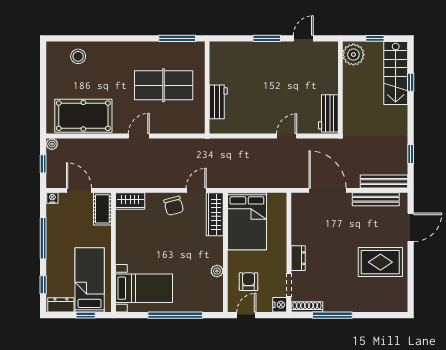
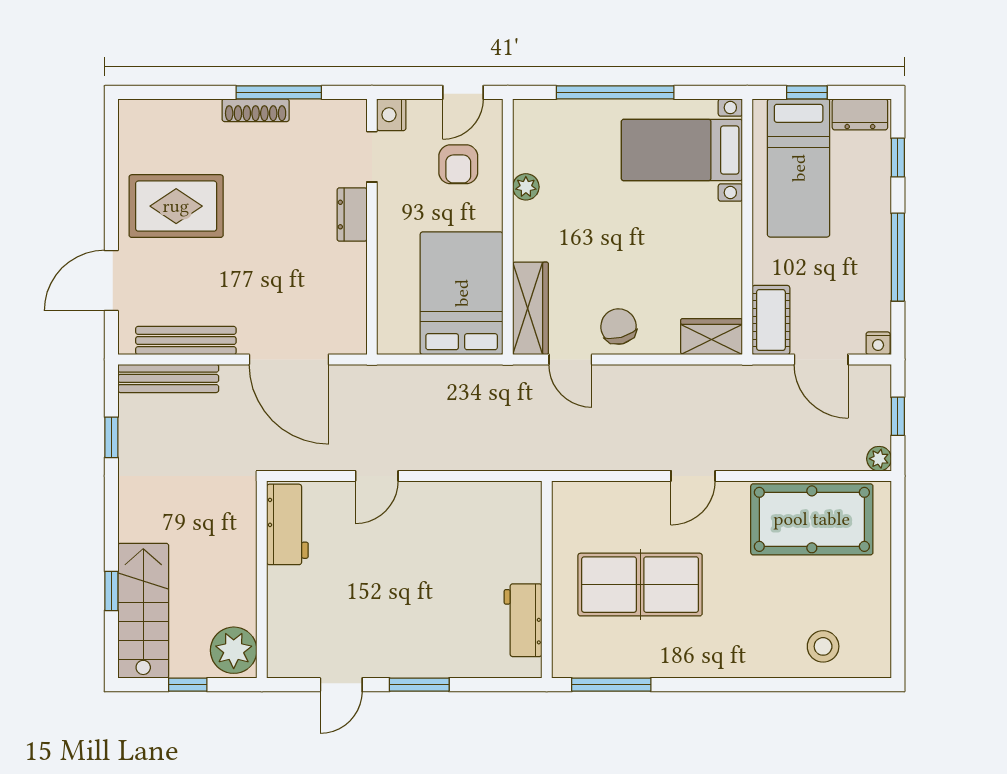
workbench: (218, 102) -> (523, 620), moved
door: (196, 190) -> (570, 359), hinge flipped
shoe rack: (307, 307) -> (256, 110), moved

